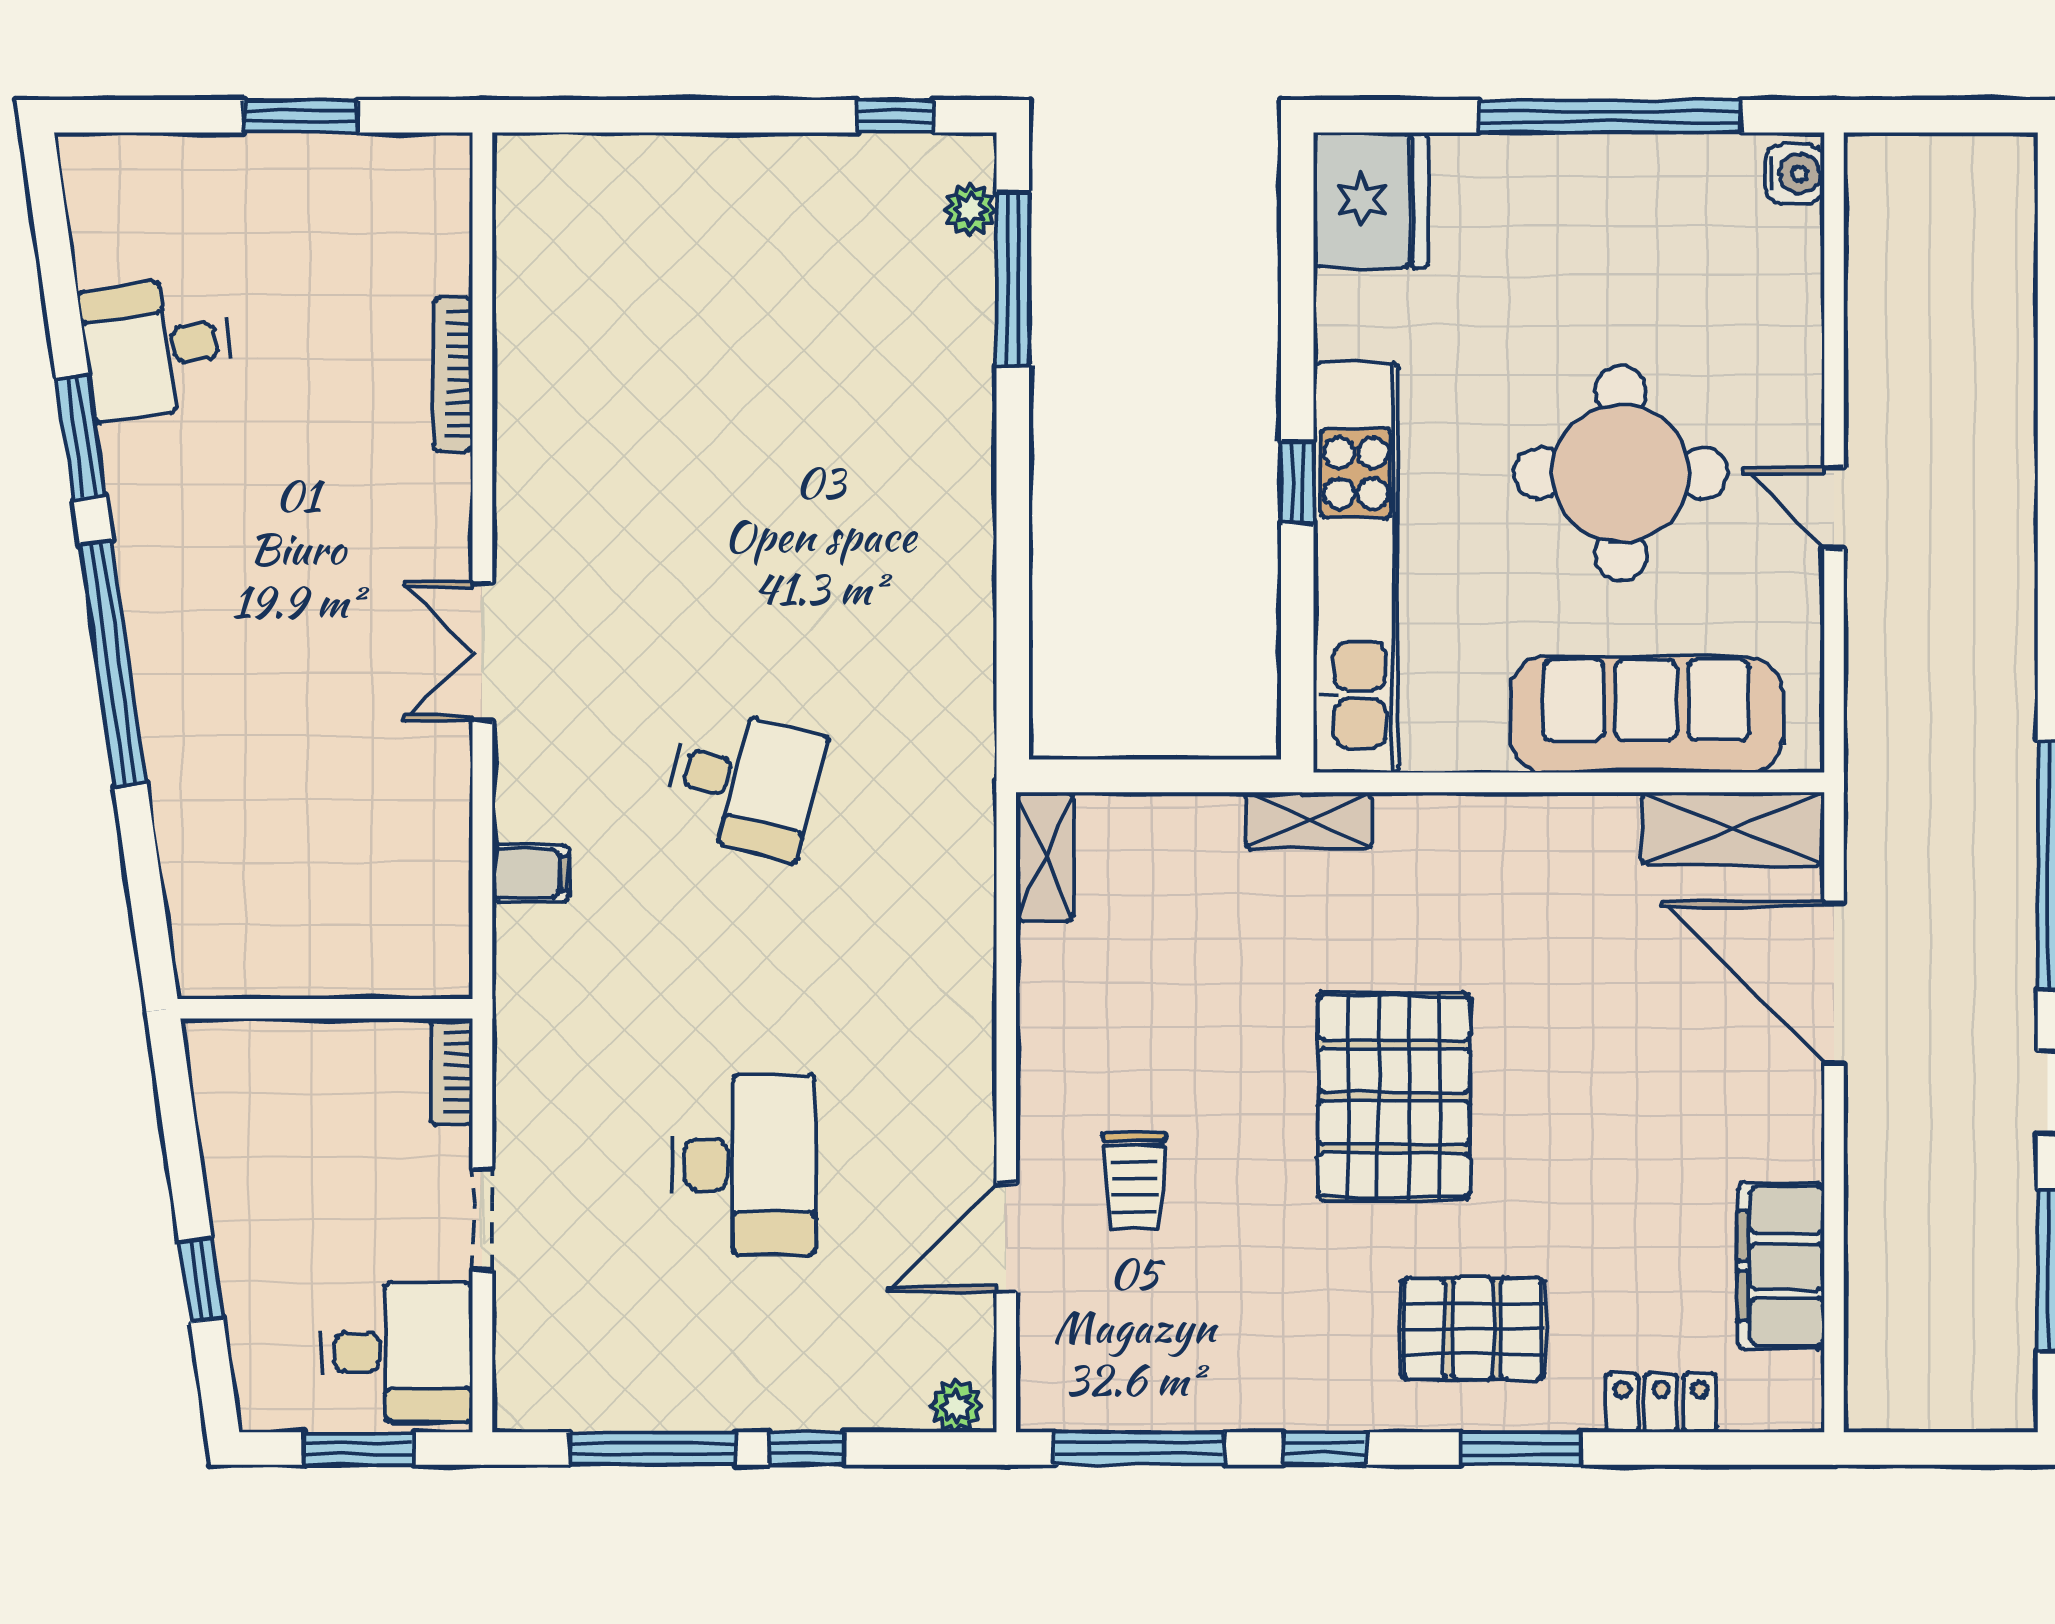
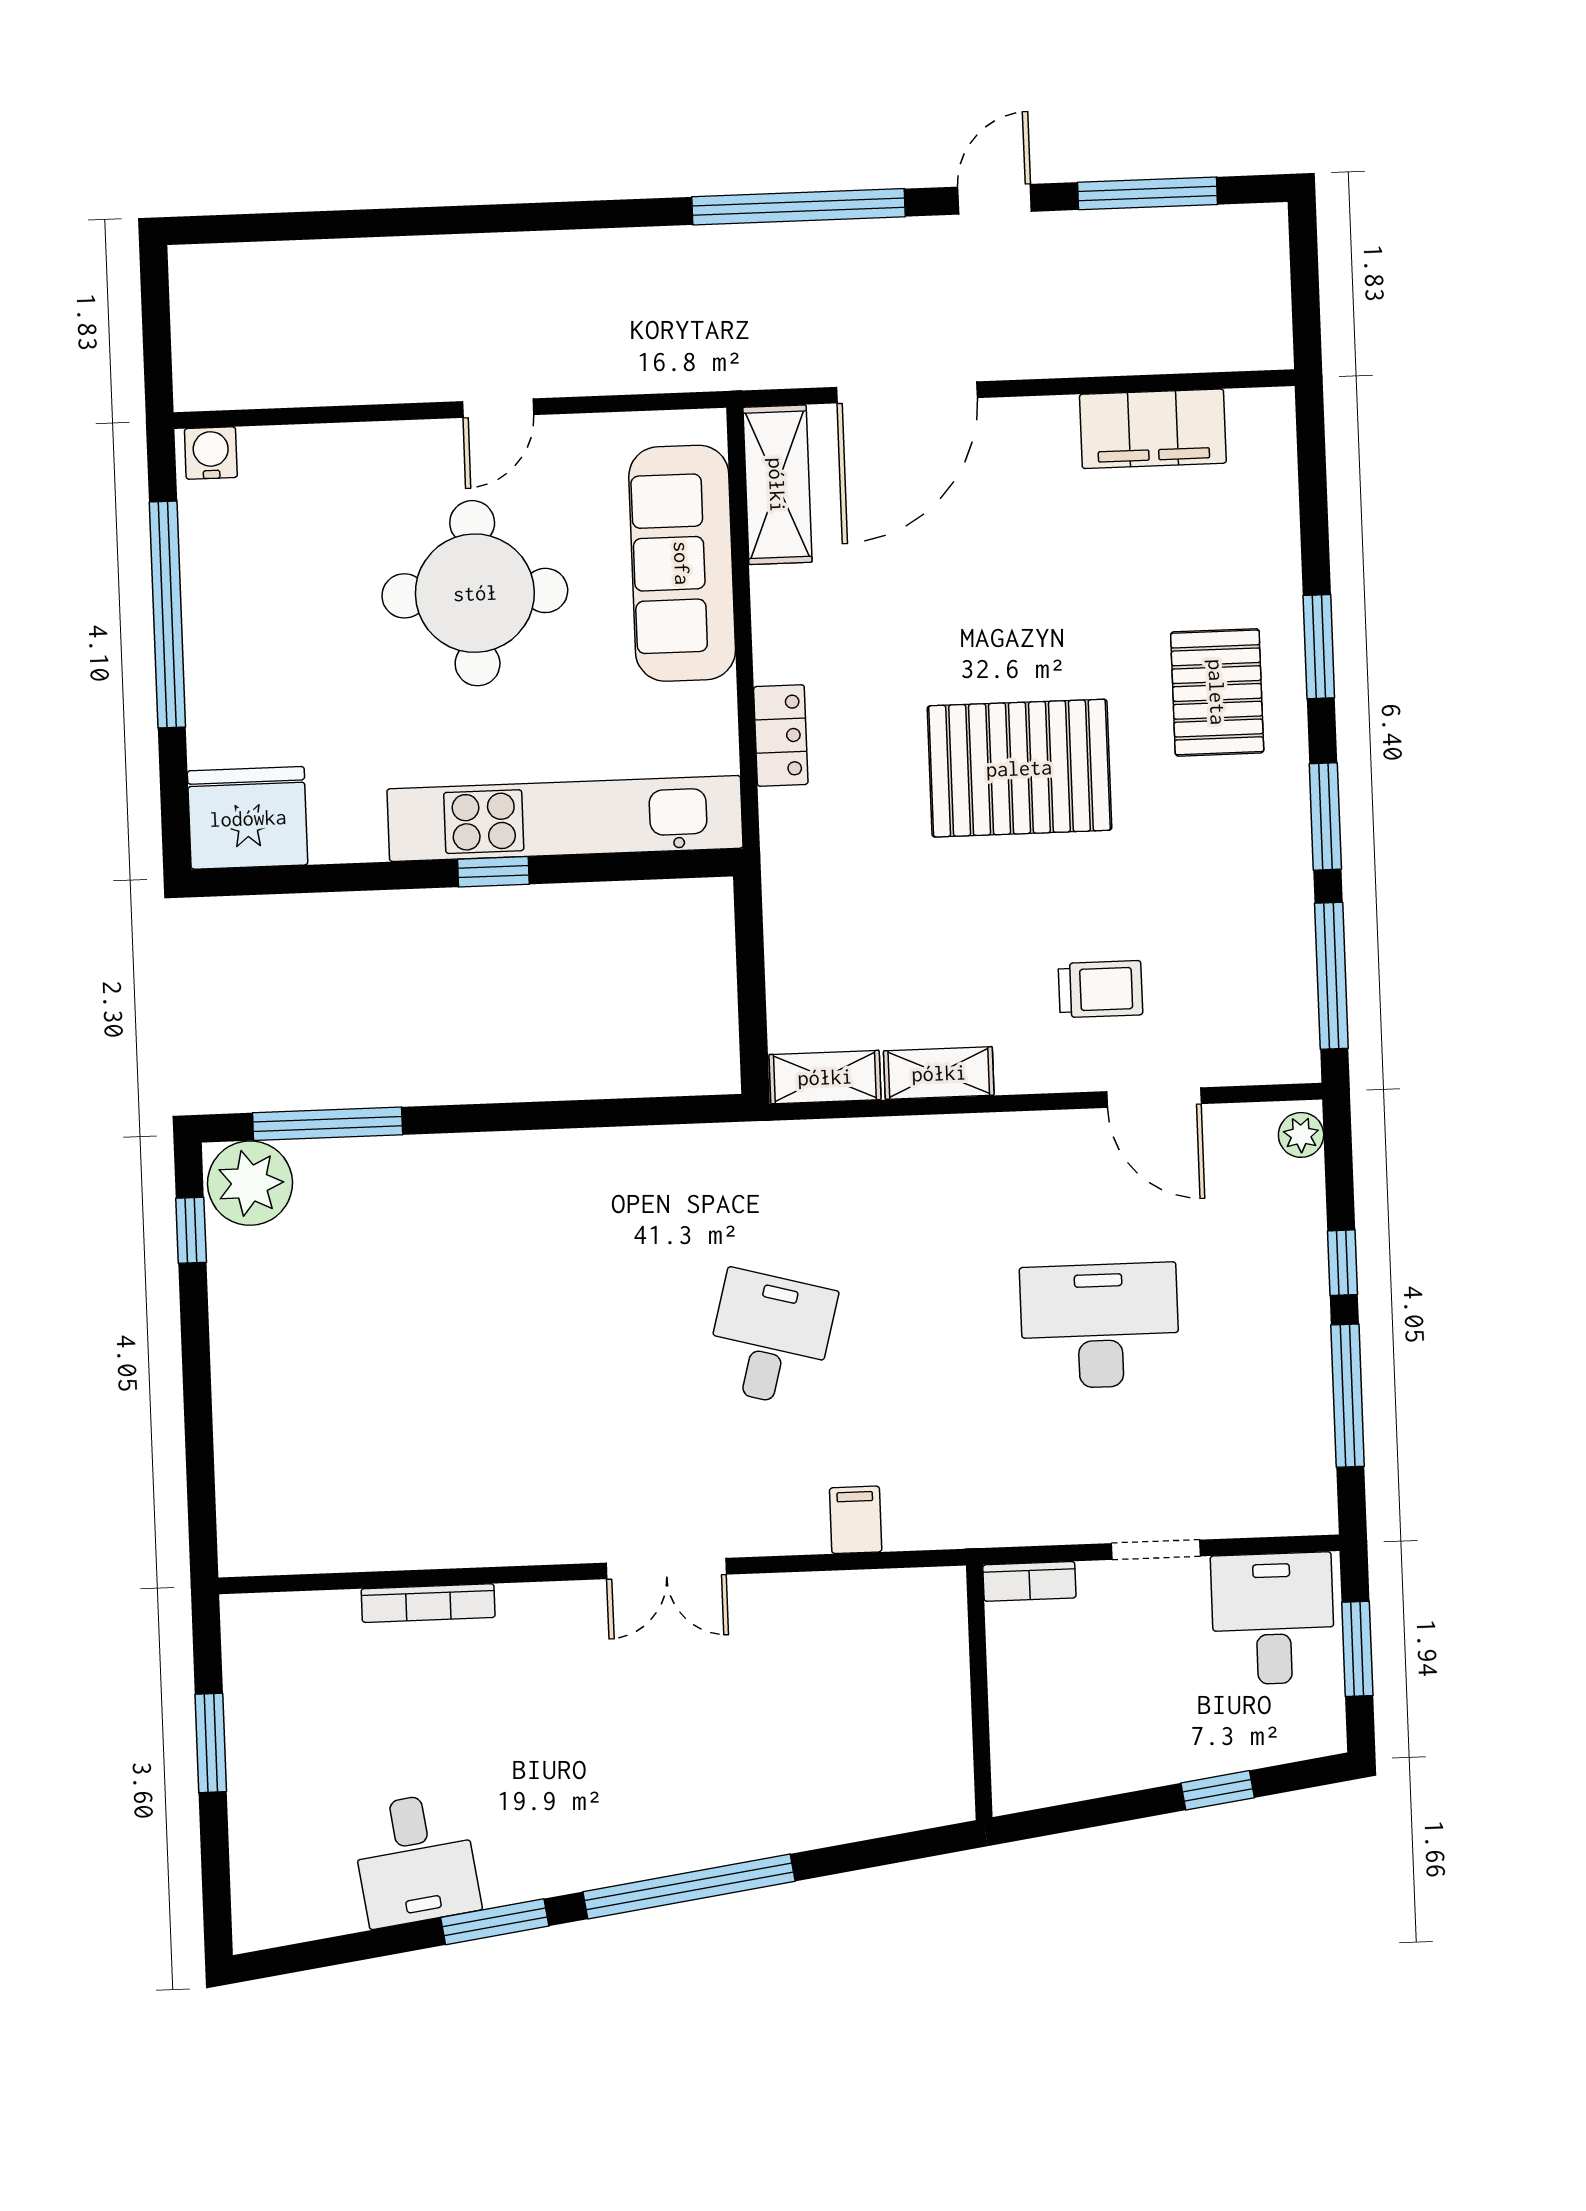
plant: (970, 210) -> (250, 1183), width x1.88, depth x1.88
shelving: (1309, 820) -> (939, 1073), moved, turned 90
locker: (1661, 1403) -> (781, 735), moved, turned 180
window: (1324, 1448) -> (1325, 816), width x1.50

